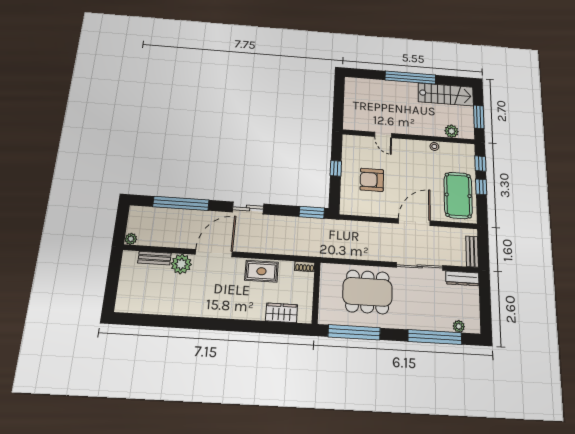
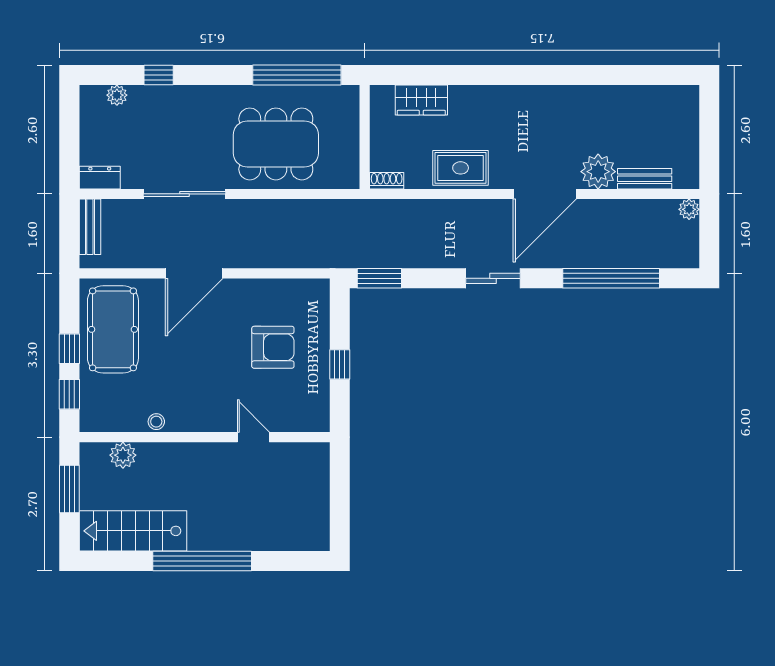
dresser: (462, 278) -> (100, 178), width x0.70
window: (435, 337) -> (159, 75), width x0.32

